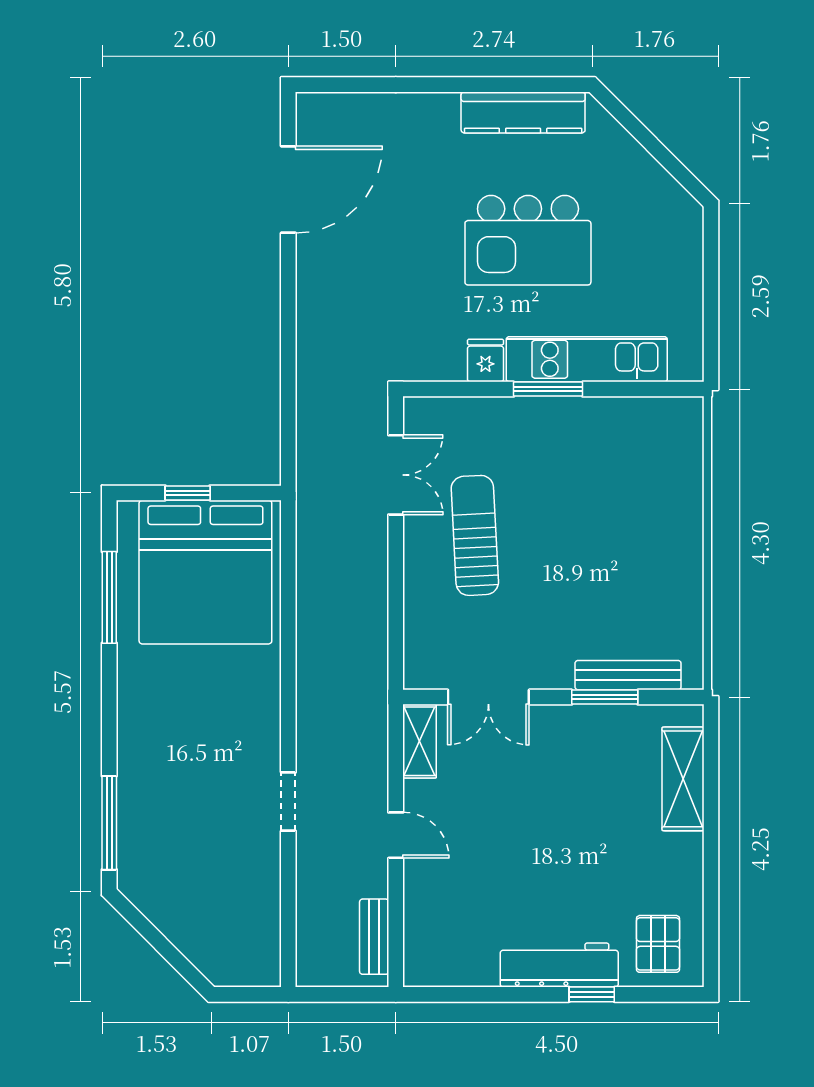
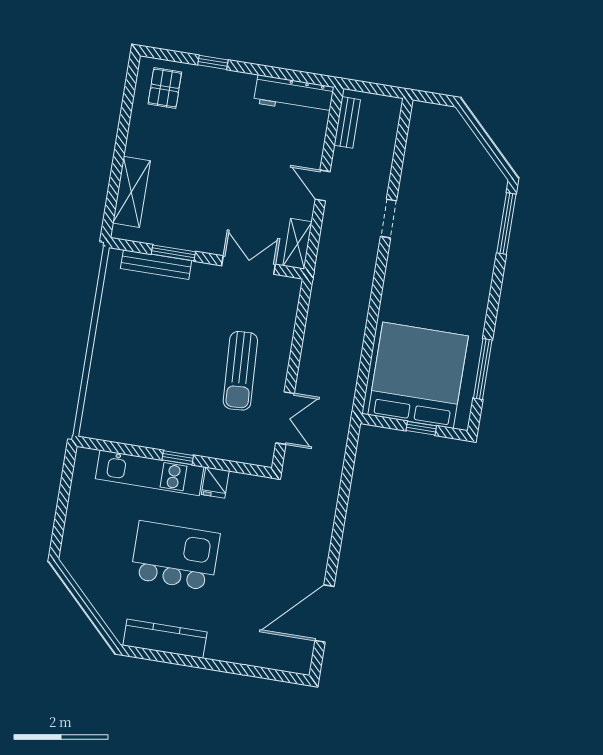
window: (548, 389) -> (178, 458), width x0.67
double door: (396, 475) -> (285, 418), swing flipped
workbench: (559, 965) -> (294, 95), moved

